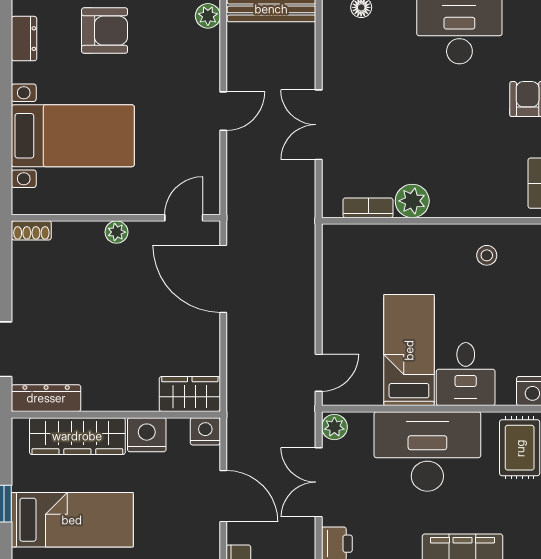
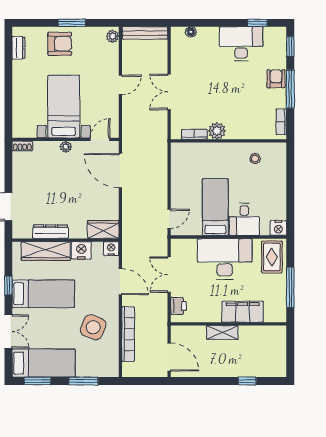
bed with nightstands: (73, 136) -> (64, 107), moved, turned -90
dresser: (46, 398) -> (51, 232), moved
plant: (334, 427) -> (177, 246), removed

